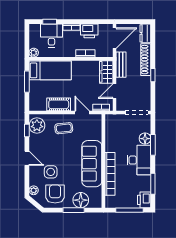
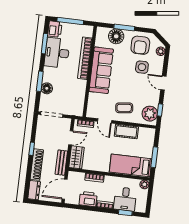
desk: (139, 160) -> (57, 53), moved

